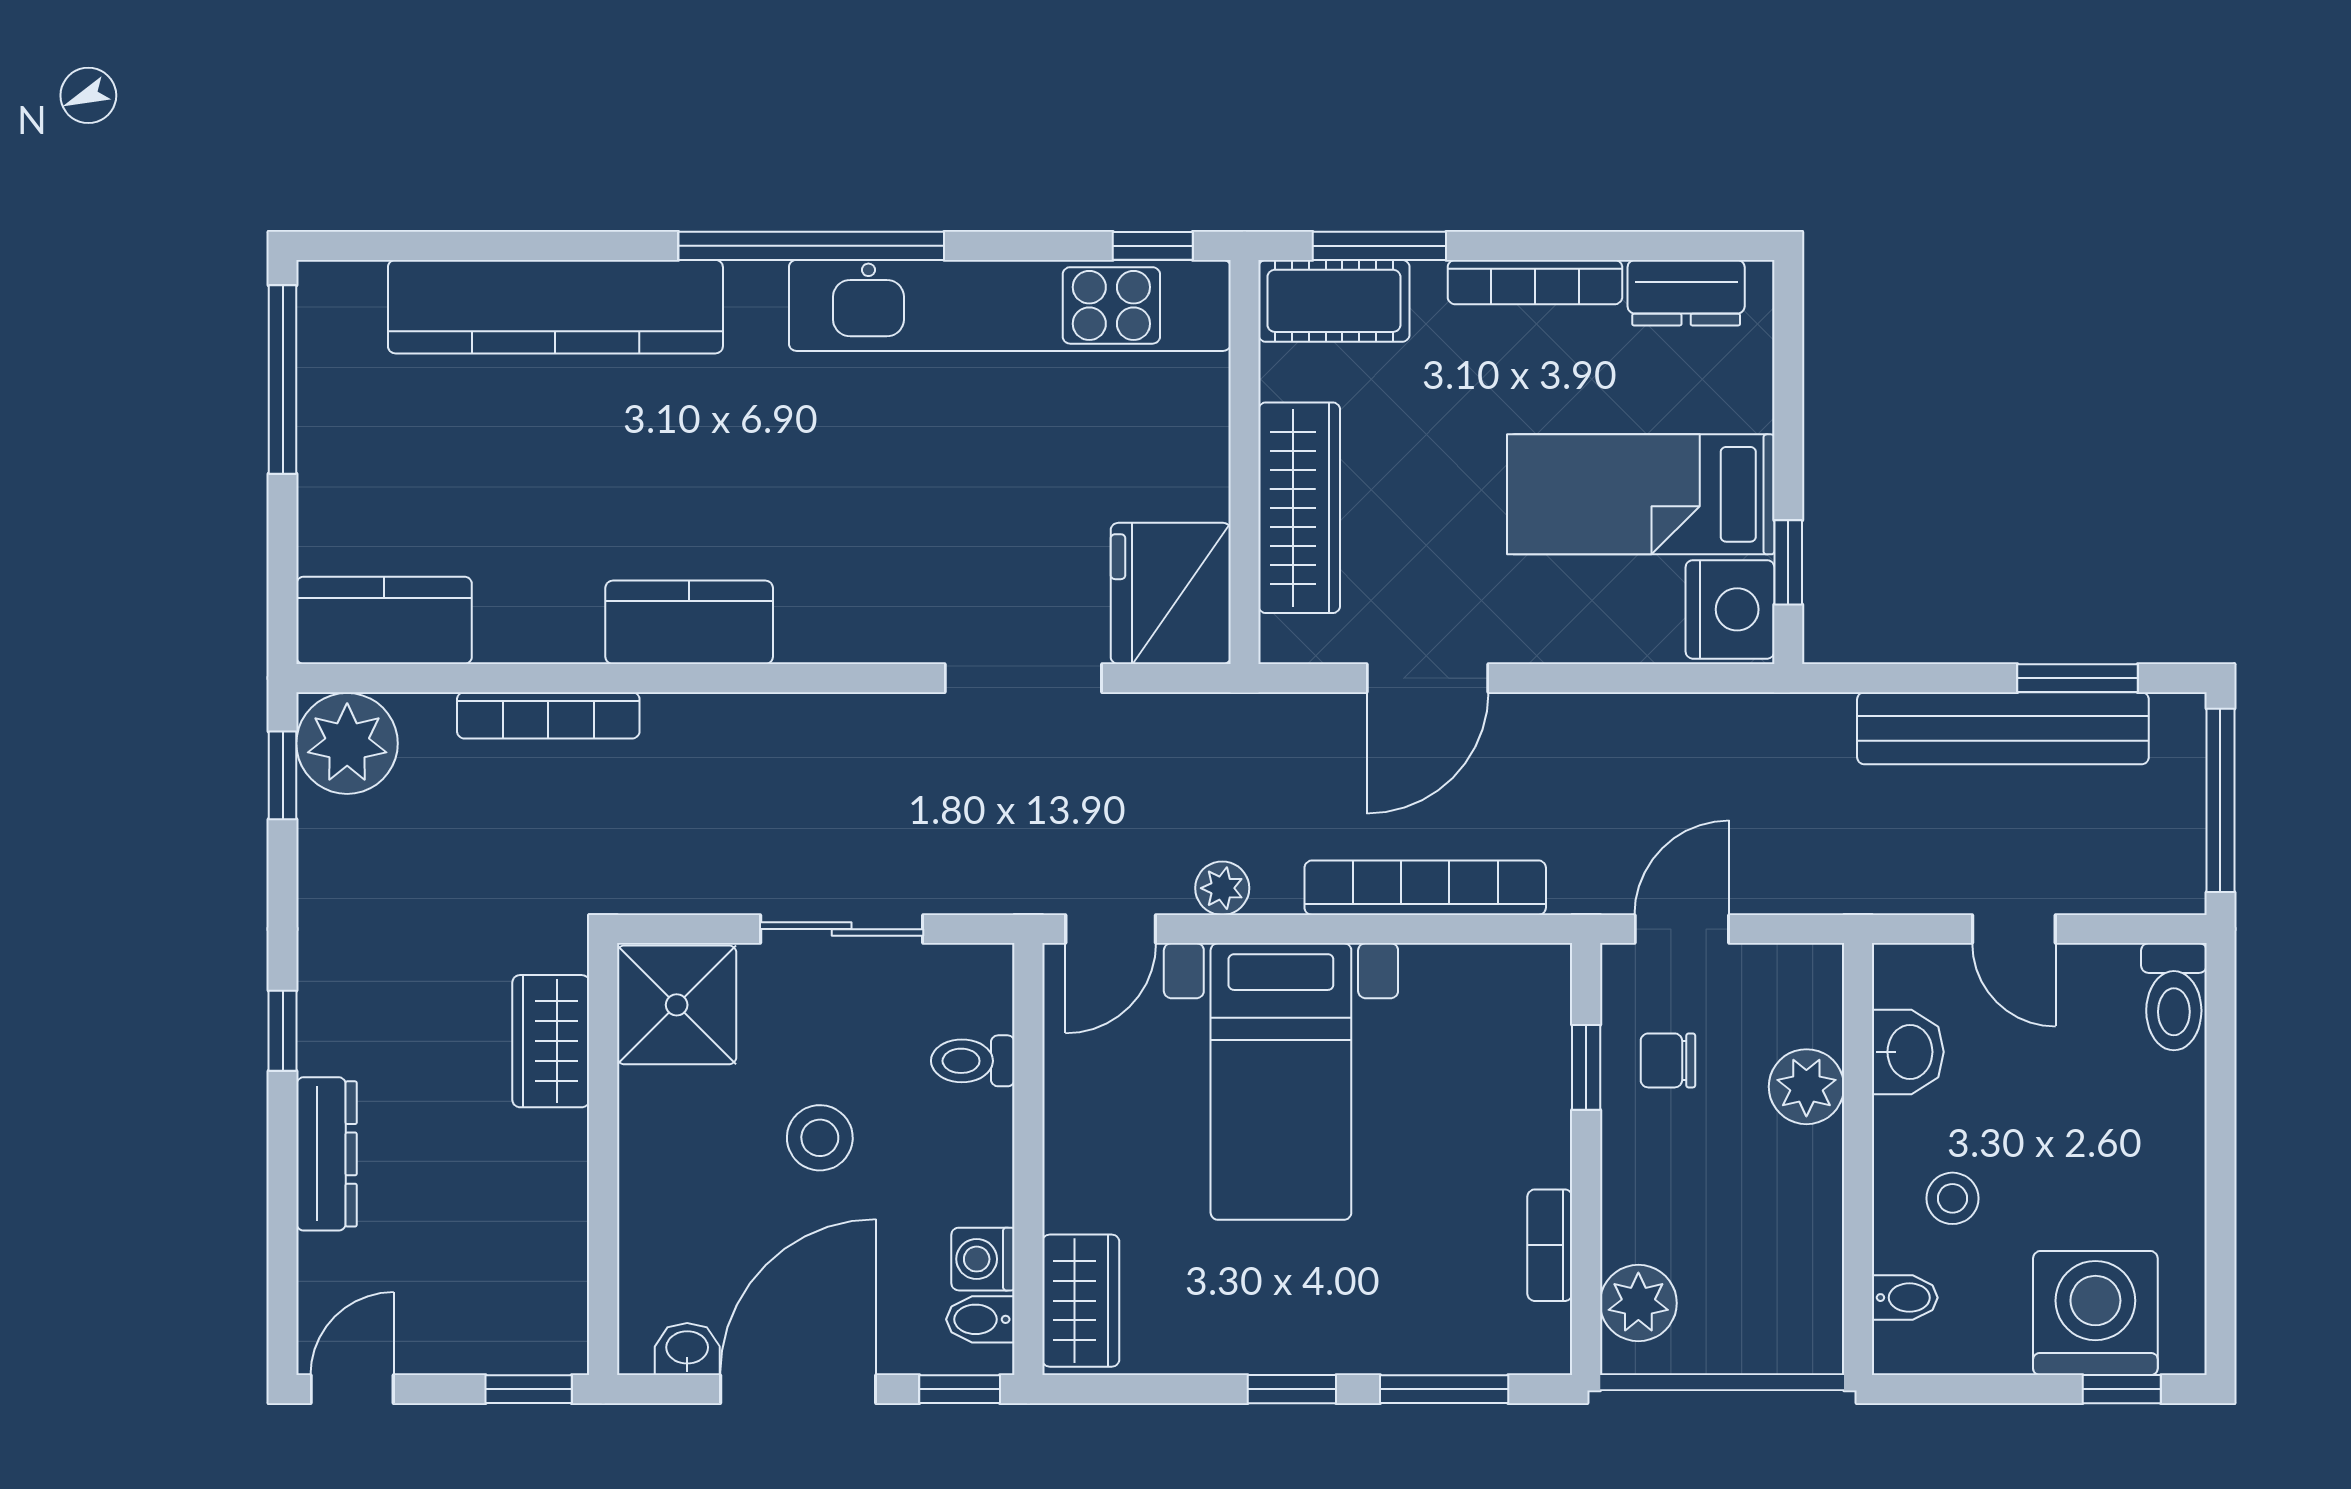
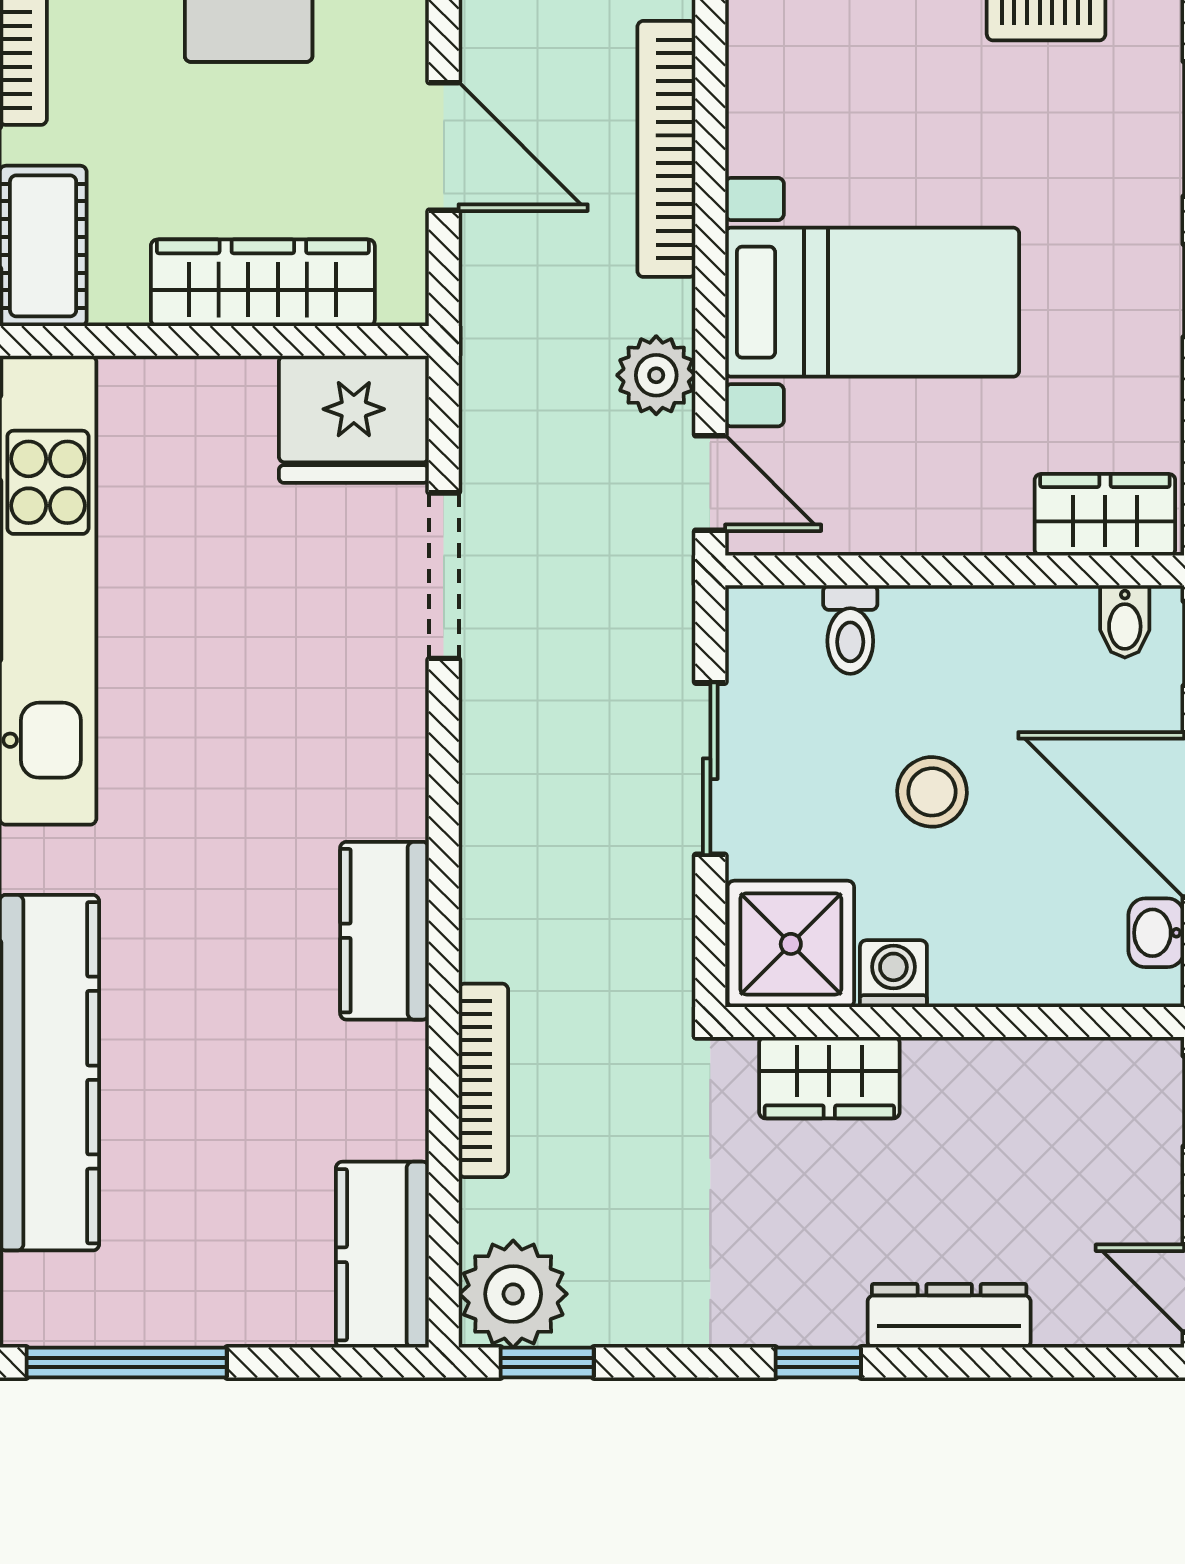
plant: (1222, 888) -> (656, 375), width x1.38, depth x1.38
washing machine: (983, 1259) -> (893, 974), moved, turned 180

